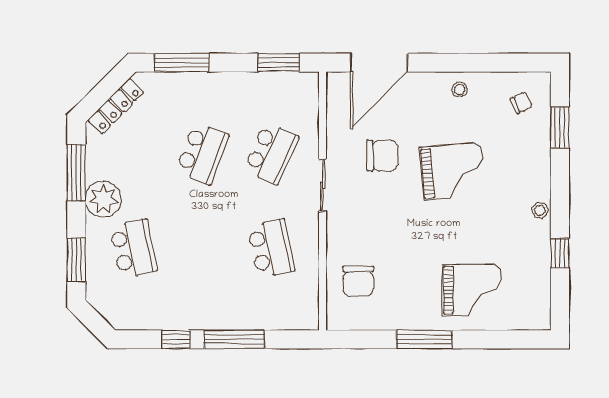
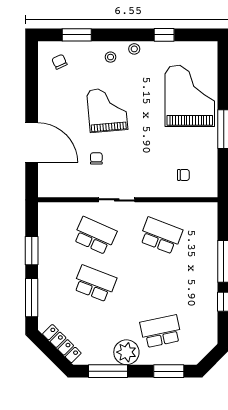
window: (279, 63) -> (32, 251), moved
door: (379, 63) -> (32, 143), moved
stool: (460, 90) -> (111, 57), moved
chair: (382, 156) -> (96, 158), width x0.54, depth x0.54
school desk: (271, 249) -> (161, 236), turned 33
chair: (358, 281) -> (183, 175), width x0.54, depth x0.54
grand piano: (472, 290) -> (190, 96), width x1.37, depth x1.48

